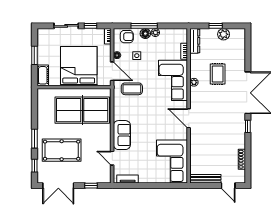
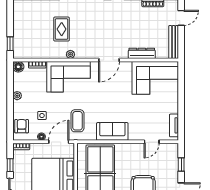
window: (144, 26) -> (10, 108), removed
window: (216, 26) -> (10, 44), moved
floor lamp: (145, 34) -> (18, 67), moved
plant: (224, 34) -> (19, 23), removed
dresser: (195, 41) -> (142, 53), moved
rug: (218, 74) -> (62, 29), turned 90
sofa: (122, 135) -> (112, 131), moved

